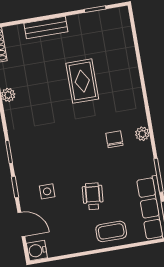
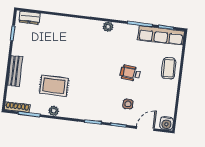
dresser: (123, 25) -> (30, 18), added
rug: (82, 81) -> (54, 86), moved
chair: (114, 139) -> (106, 47), removed
wheelchair: (93, 196) -> (130, 73), moved

